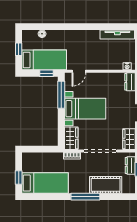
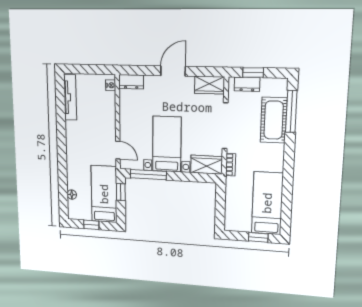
window: (85, 197) -> (291, 111), moved

